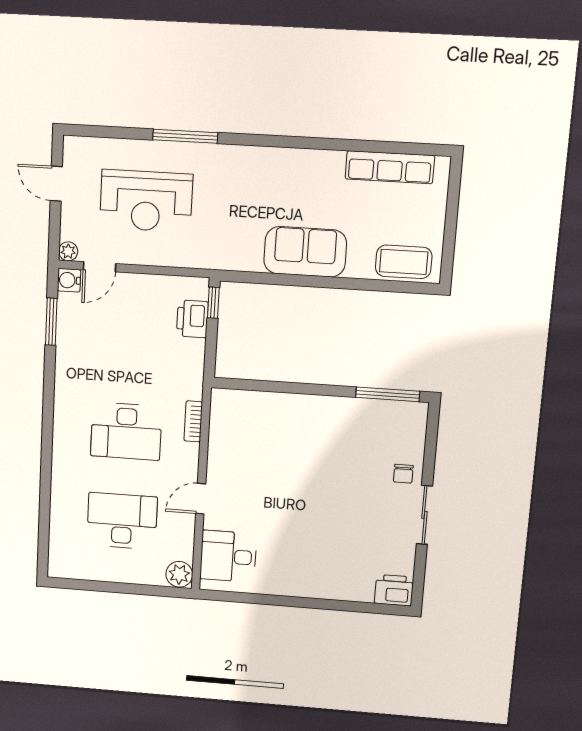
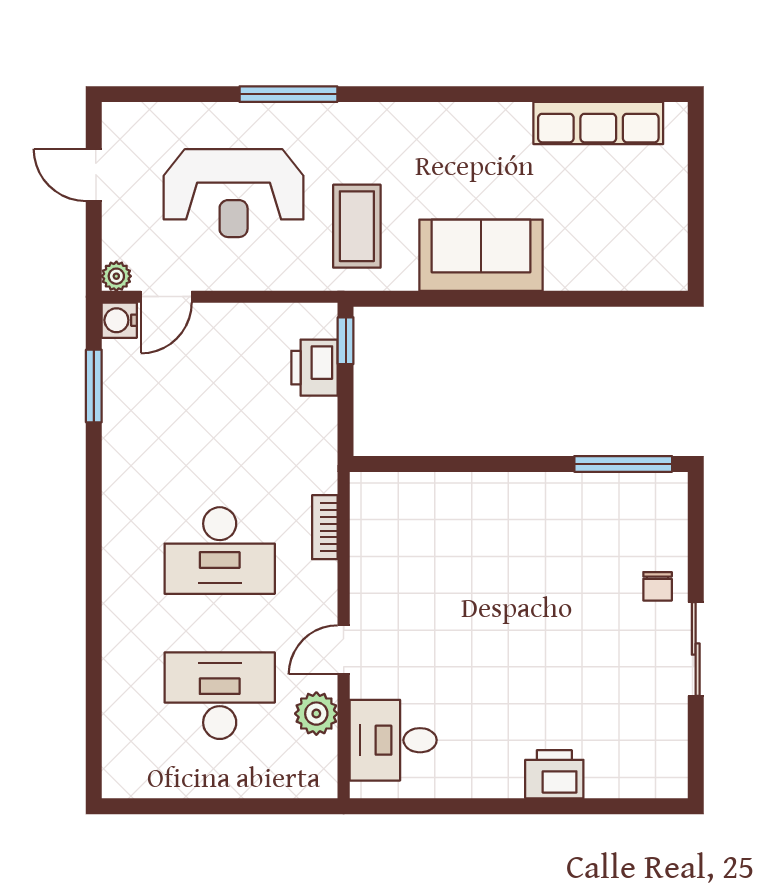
coffee table: (404, 262) -> (357, 226), moved, turned 90
plant: (179, 574) -> (316, 714), moved
printer: (394, 590) -> (554, 774), moved

